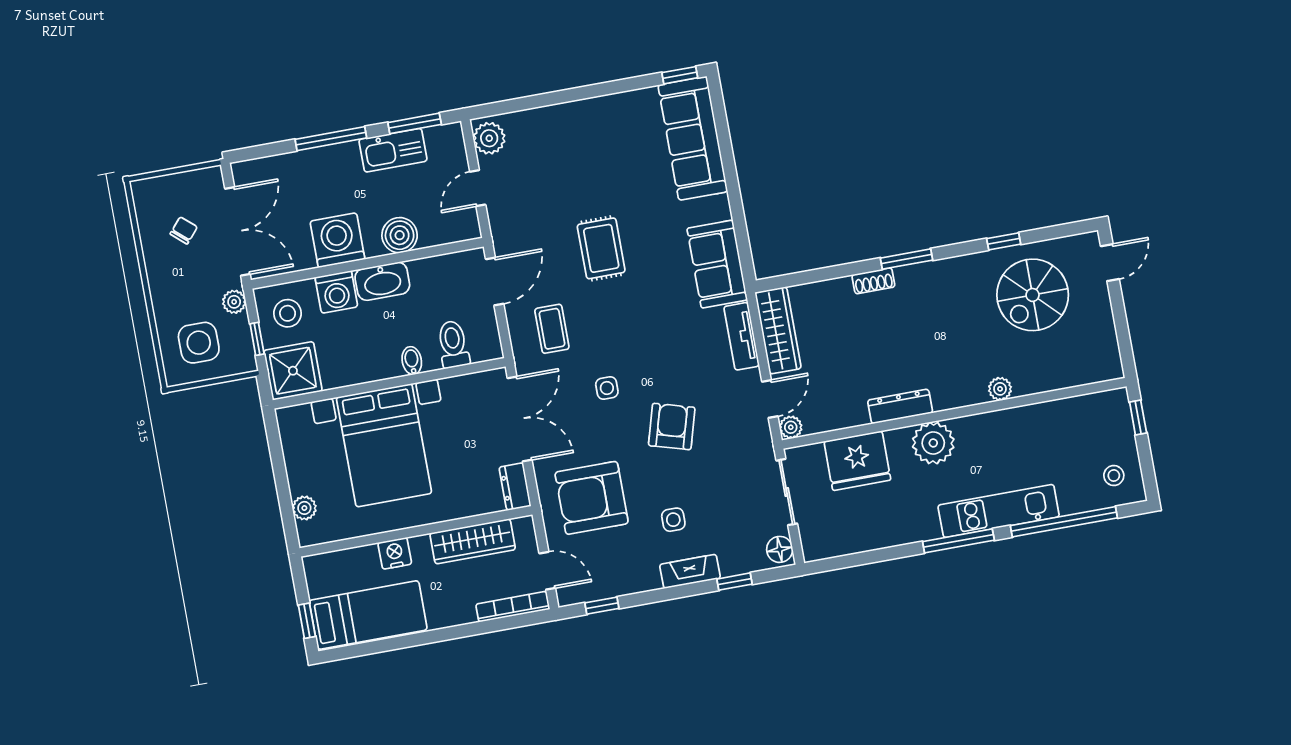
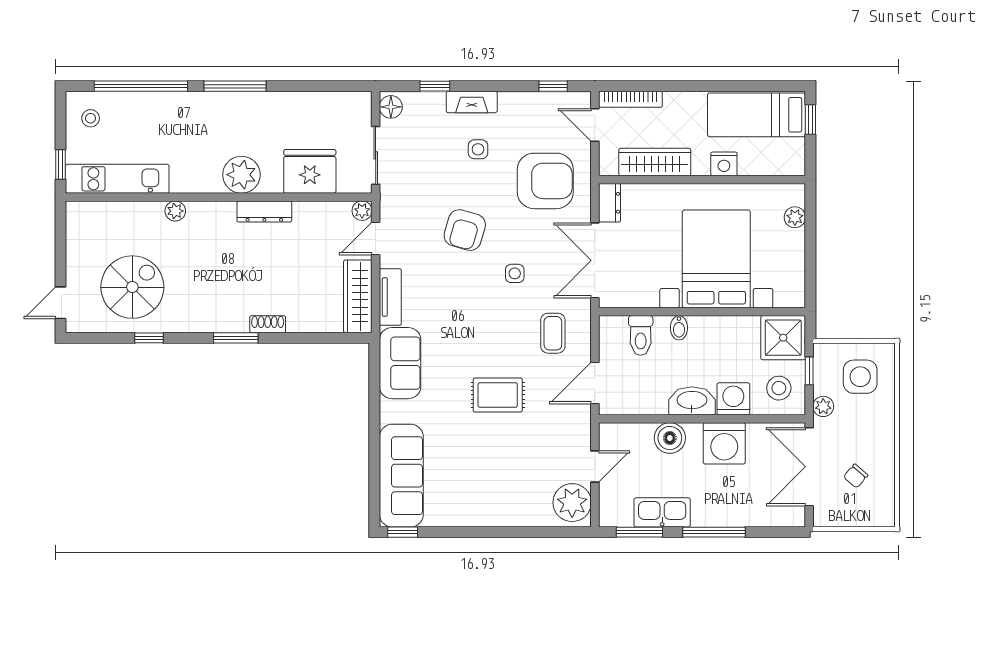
plant: (489, 138) -> (572, 503), width x1.36, depth x1.36
rug: (601, 248) -> (498, 395), turned 90
kitchen unit: (999, 511) -> (117, 179), moved, turned 180

